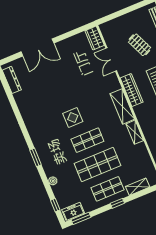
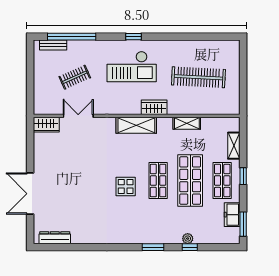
double door: (37, 47) -> (30, 194), swing flipped
double door: (111, 60) -> (78, 116), swing flipped
wardrobe: (132, 90) -> (154, 107), moved, width x0.67
shelving: (135, 132) -> (187, 123), moved
window: (55, 205) -> (190, 247), moved
freezer: (73, 212) -> (232, 215), moved

